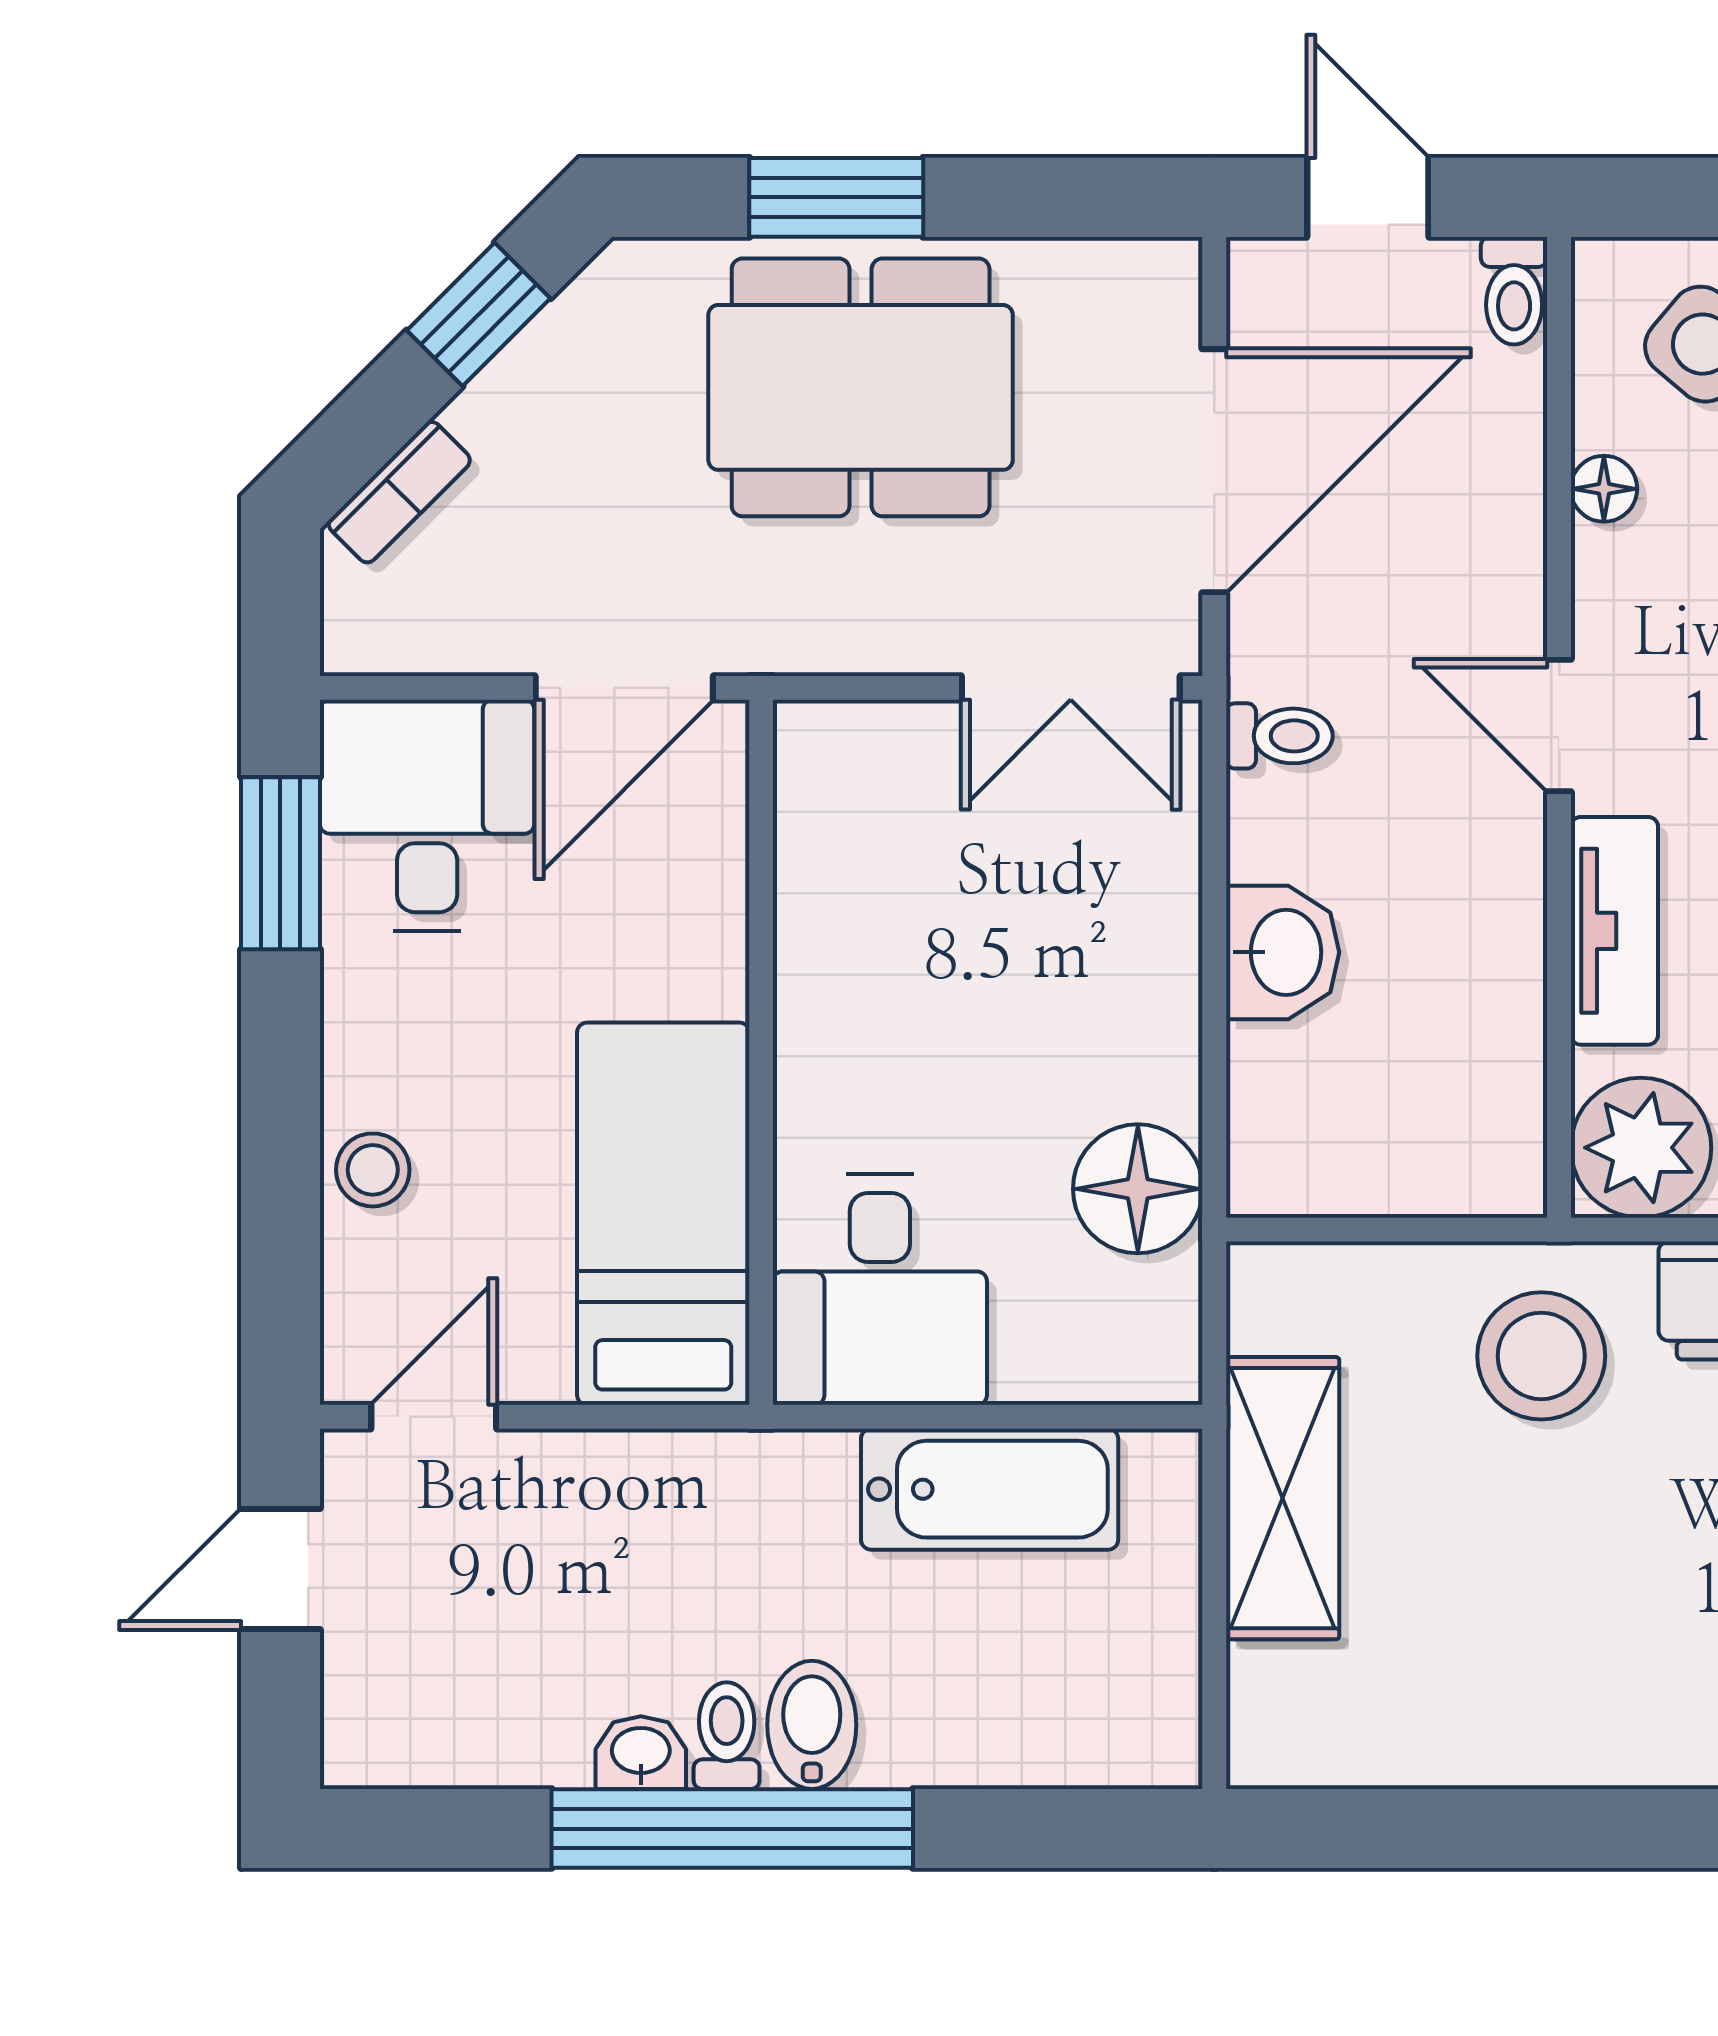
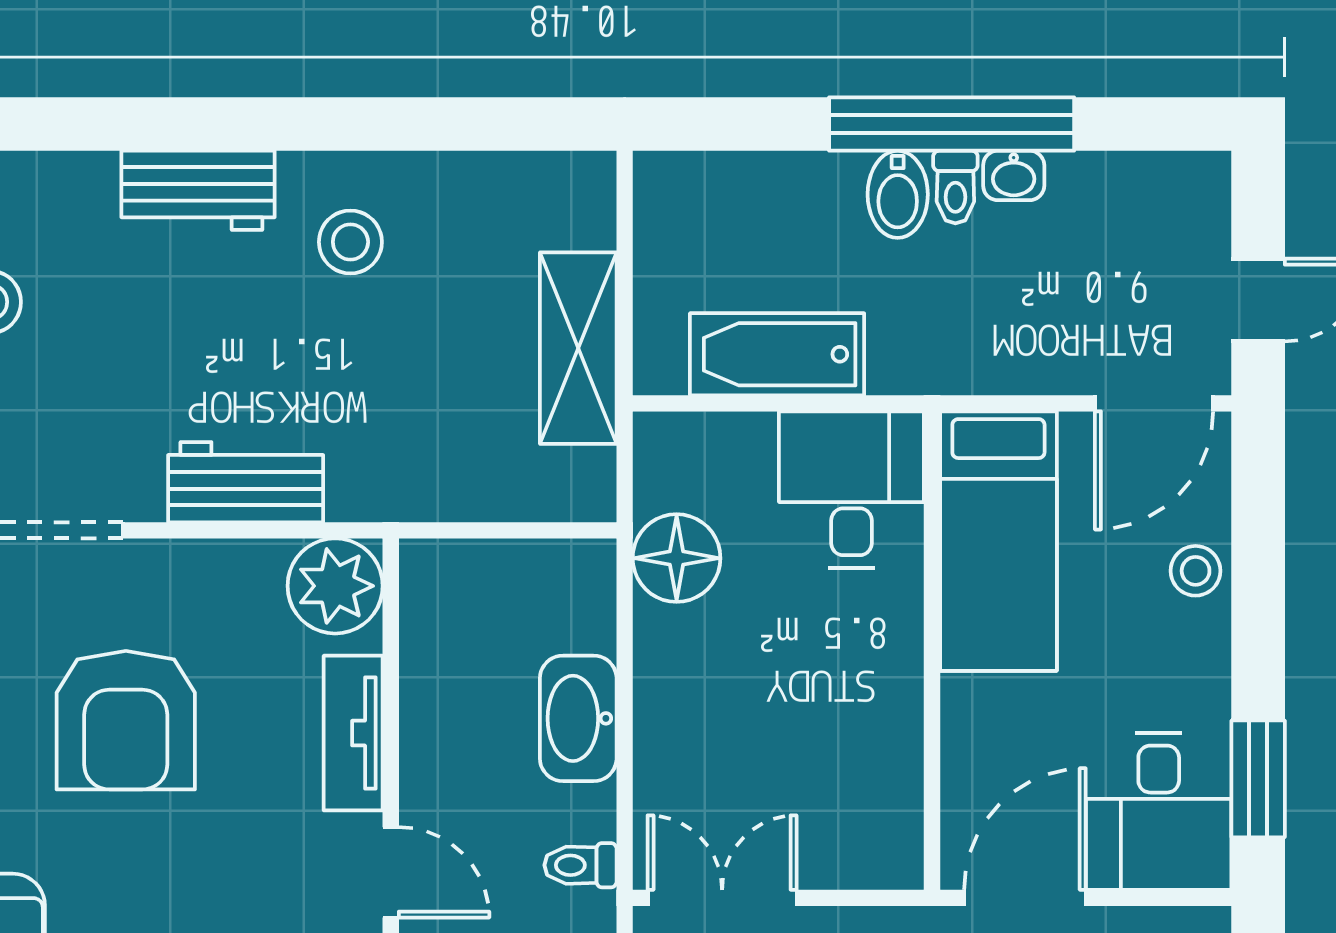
washbasin: (1283, 952) -> (578, 718), width x1.38
stool: (1541, 1356) -> (350, 242), moved, width x0.73, depth x0.73
door: (434, 1417) -> (1154, 403), width x1.38

